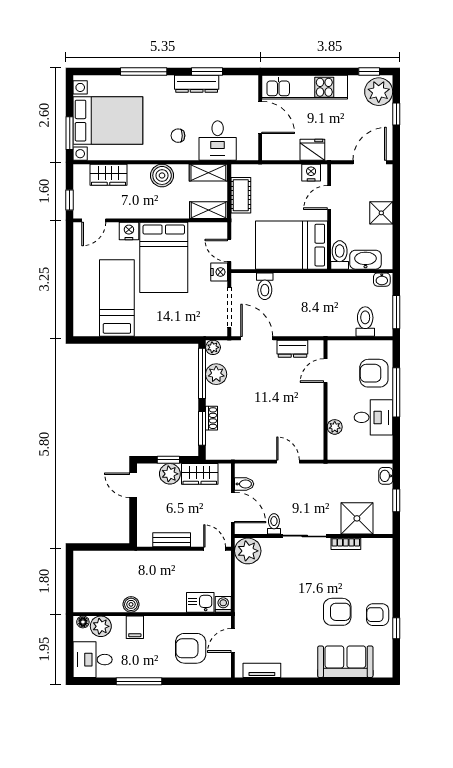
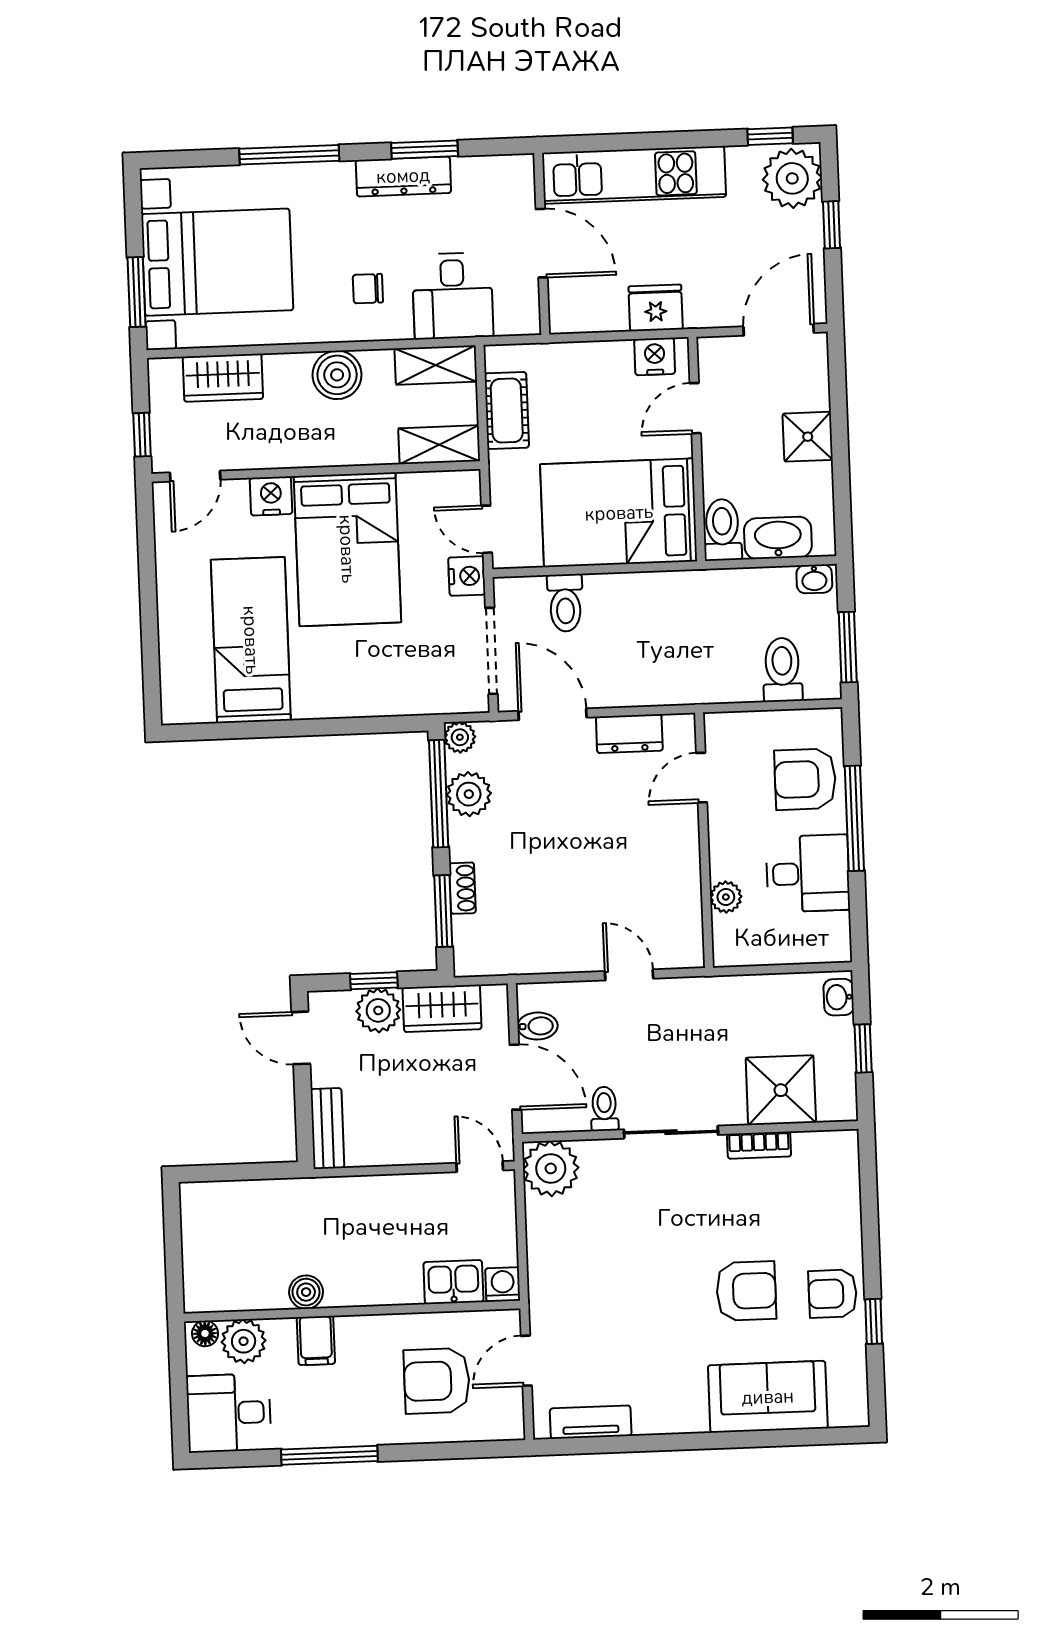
bench: (172, 540) -> (327, 1128), moved, turned 90

